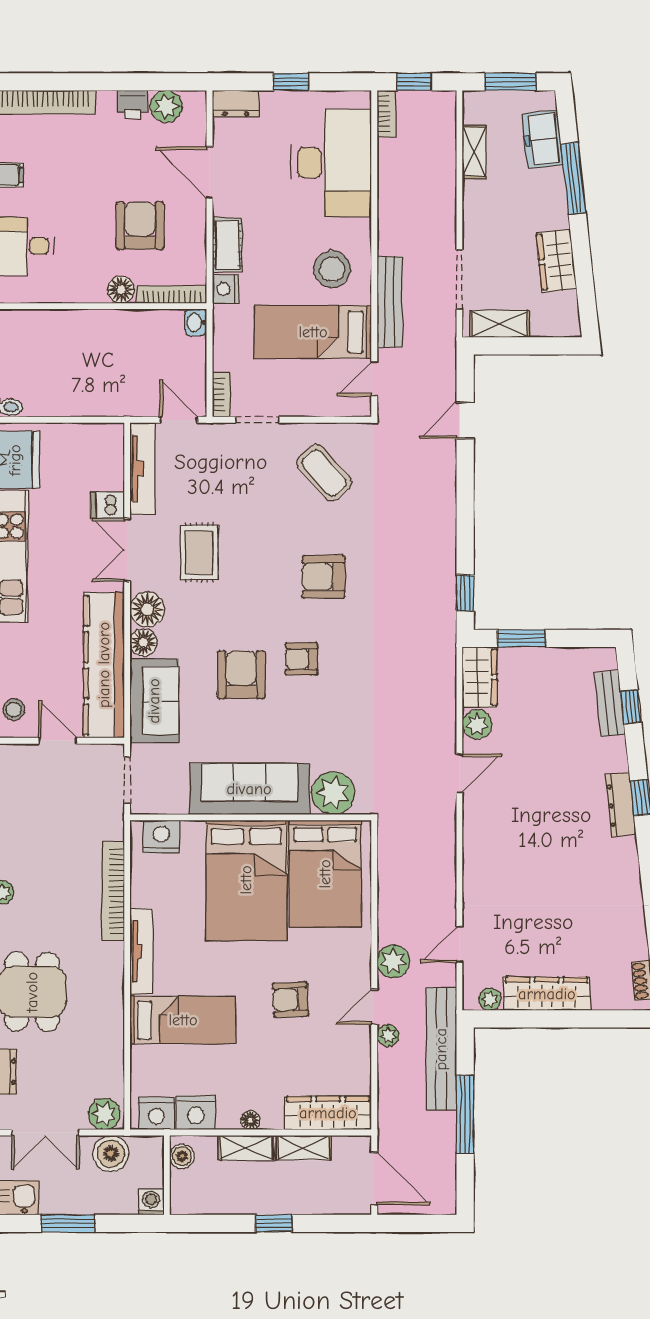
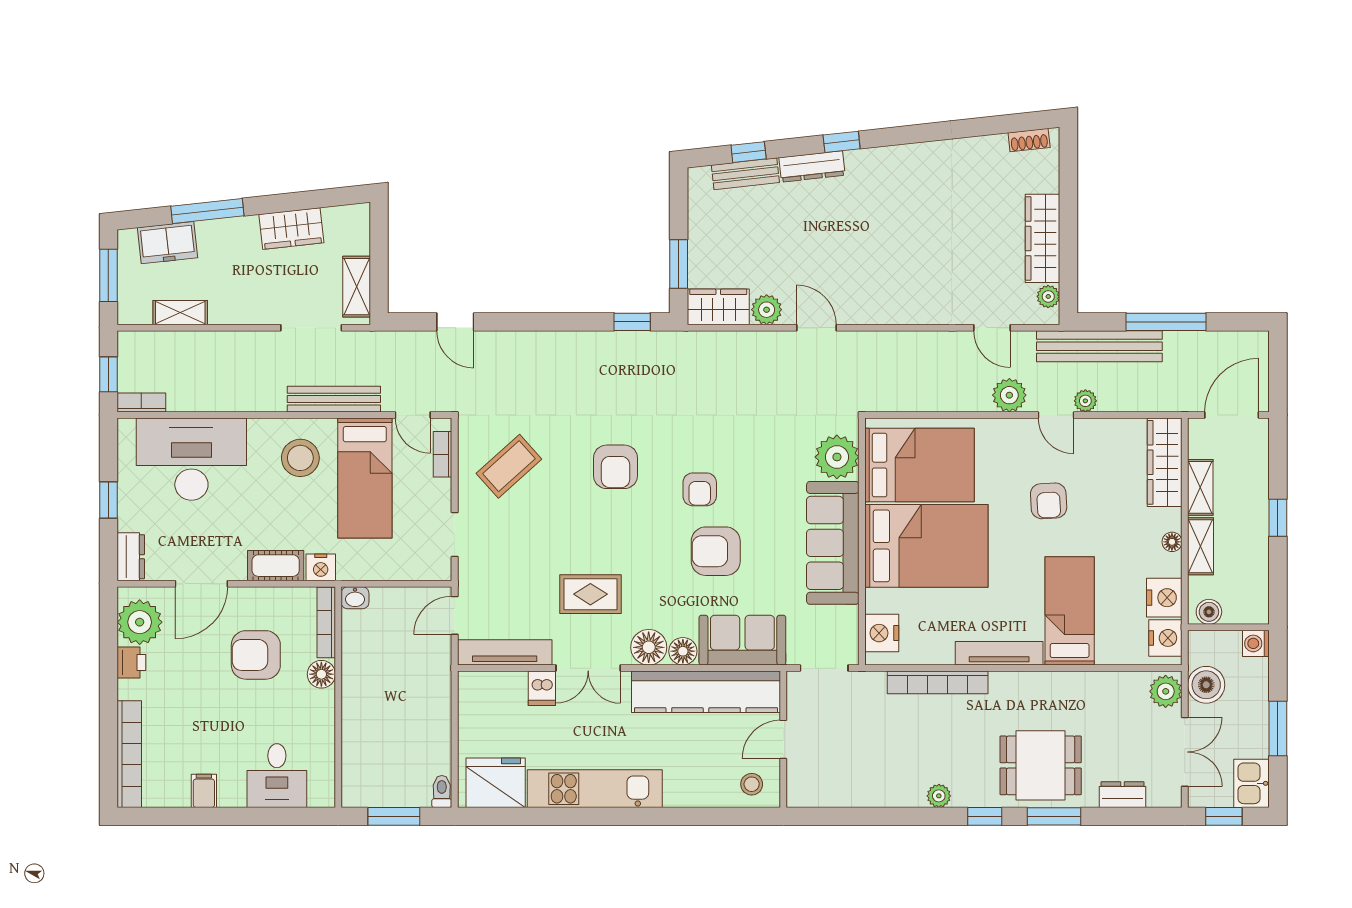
plant: (166, 106) -> (140, 622), width x1.36, depth x1.36
bookcase: (221, 395) -> (443, 454), moved, turned -90
dresser: (621, 805) -> (812, 166), moved

